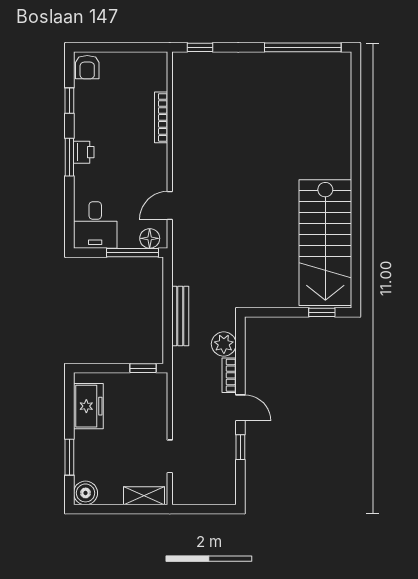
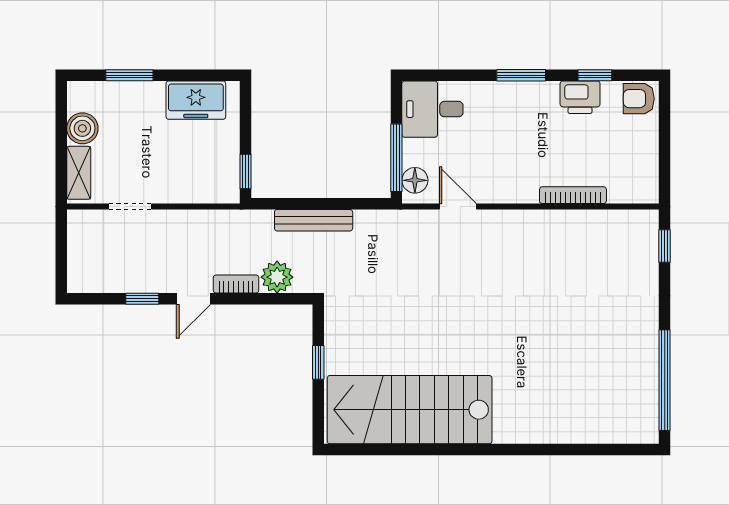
printer: (84, 152) -> (580, 97), moved, width x1.36, depth x1.24
window: (322, 312) -> (318, 362), moved
boiler: (86, 493) -> (82, 128), moved

